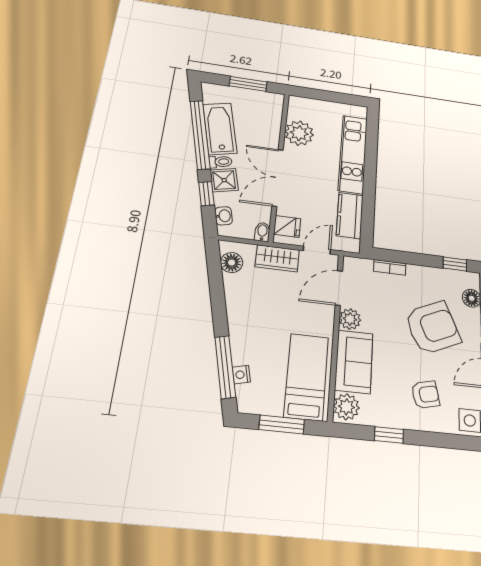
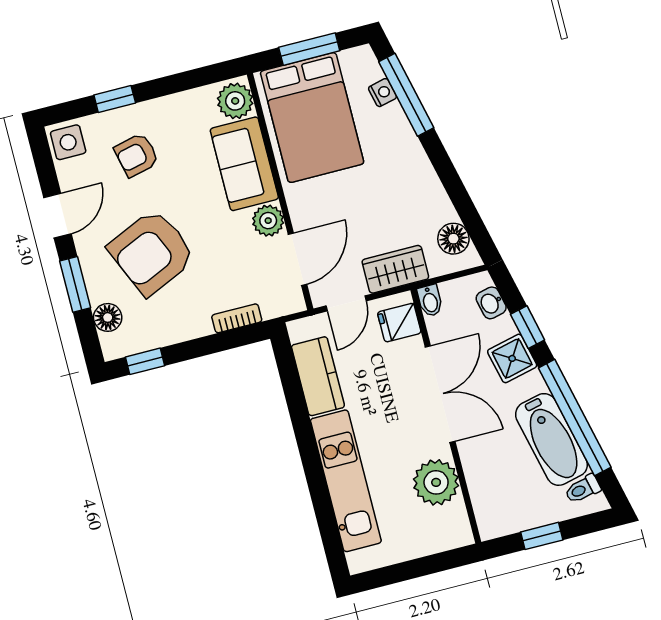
window: (248, 84) -> (542, 536), width x0.67
toilet: (221, 162) -> (583, 489), moved
bed: (306, 377) -> (312, 118), width x1.50
window: (389, 435) -> (115, 99), moved

